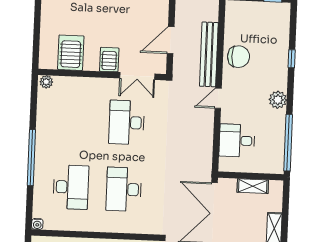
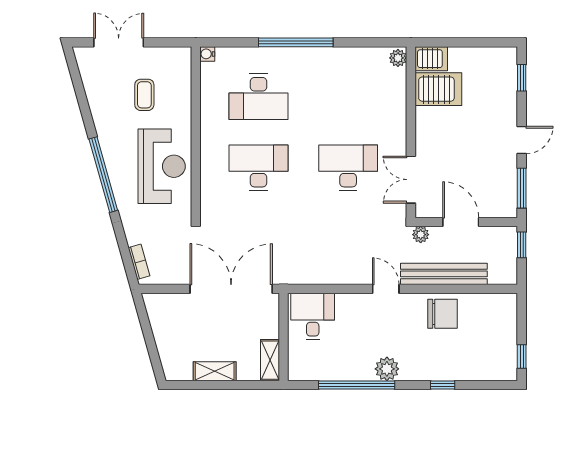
chair: (239, 57) -> (443, 314), turned -90
server rack: (109, 60) -> (431, 59), moved
plant: (179, 70) -> (421, 235), added
desk: (237, 141) -> (313, 316), moved
window: (288, 143) -> (357, 385), moved
shelving: (253, 186) -> (270, 360), moved

